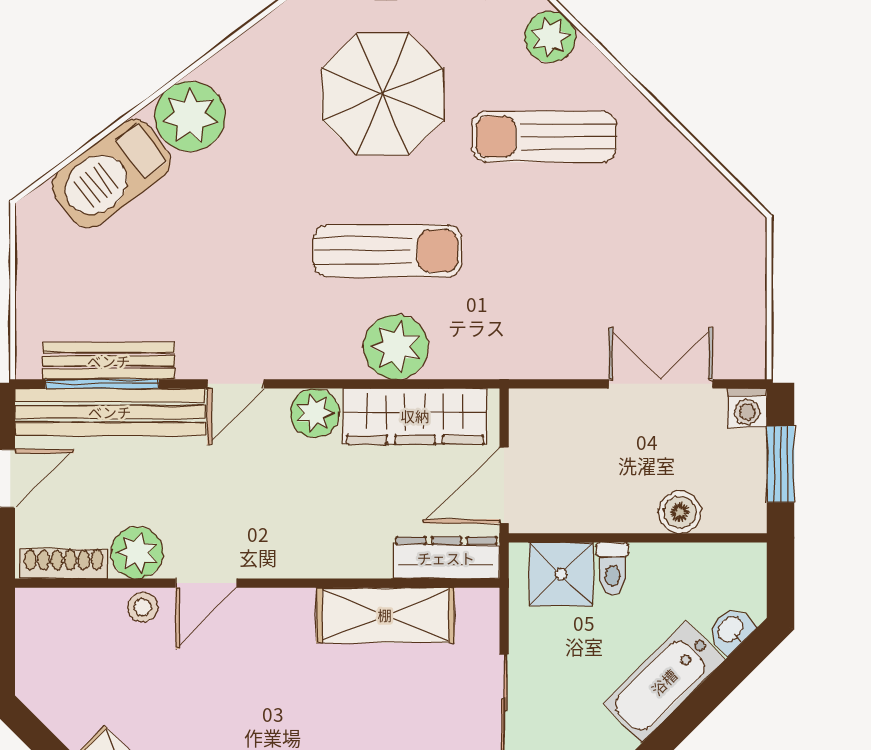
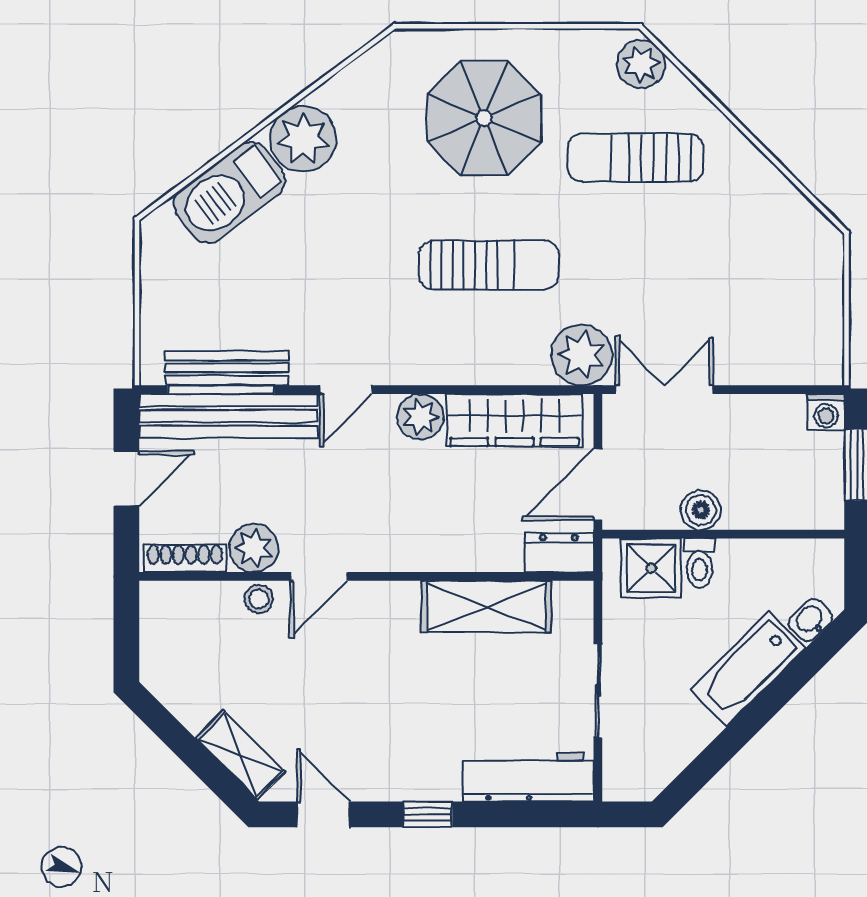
plant: (396, 347) -> (582, 355), moved
double door: (661, 384) -> (664, 390), moved
boiler: (680, 512) -> (701, 510), moved
dresser: (446, 558) -> (559, 553), width x0.70

